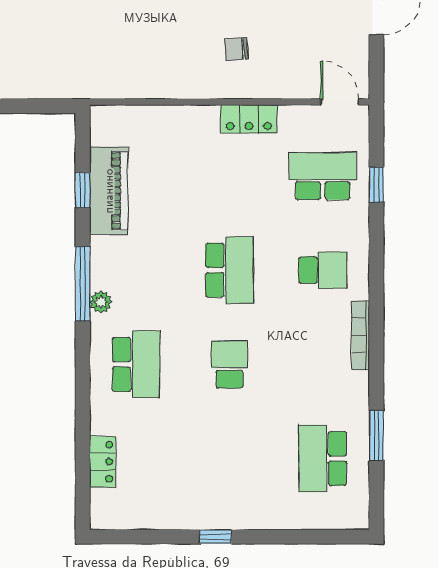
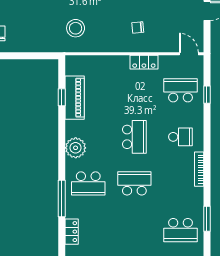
stool: (111, 50) -> (76, 28), added
window: (83, 284) -> (62, 198), moved
plant: (101, 302) -> (76, 148), width x1.87, depth x1.87
school desk: (136, 364) -> (88, 183), turned 90
school desk: (229, 364) -> (134, 183), width x1.85
school desk: (323, 459) -> (180, 230), turned -90

